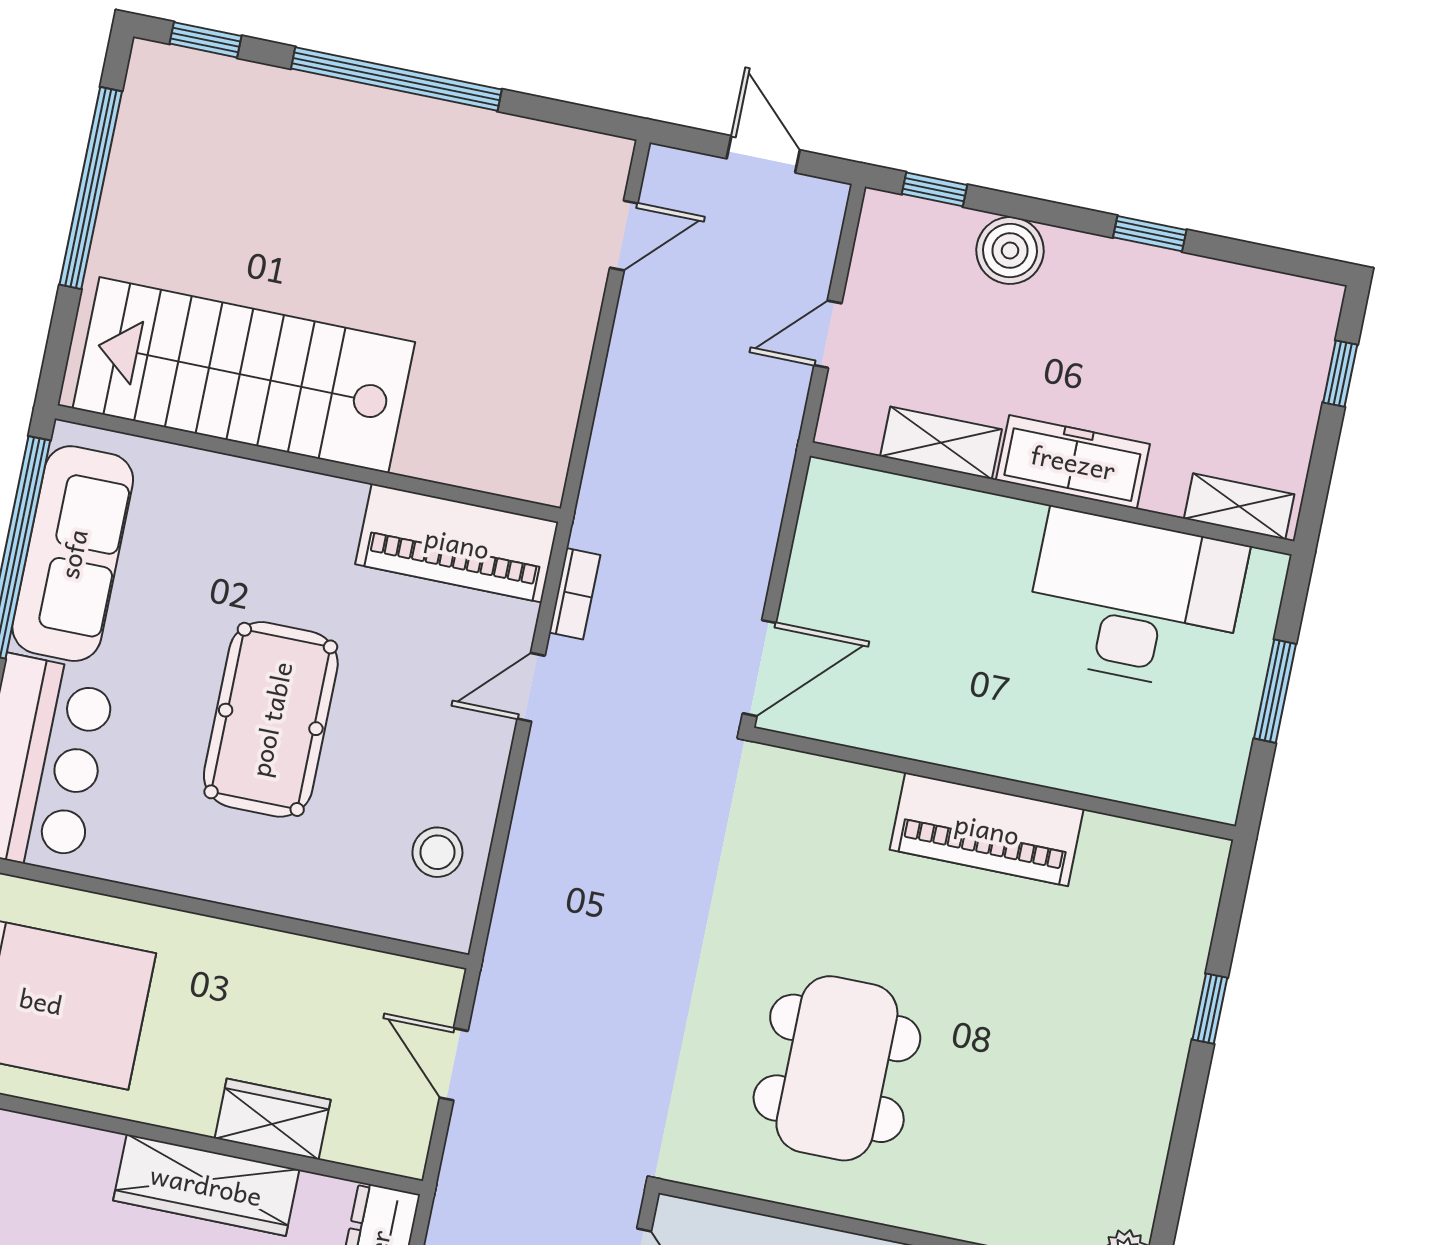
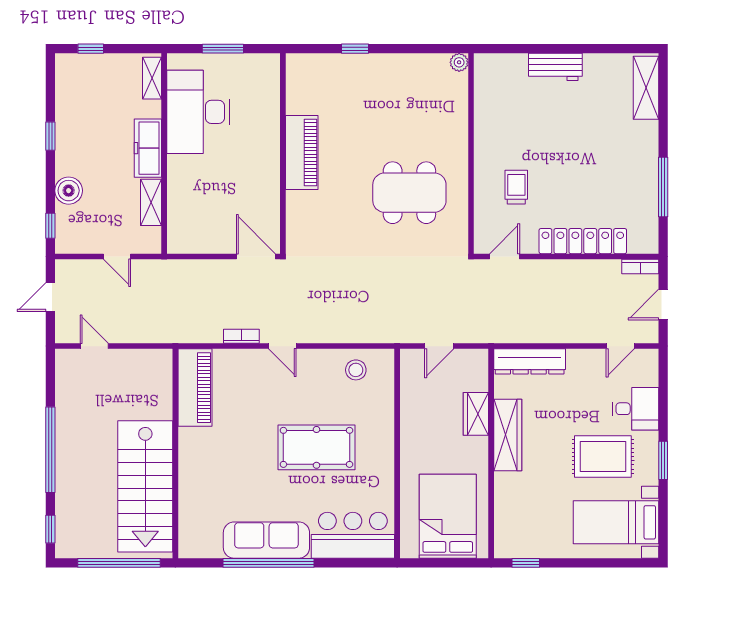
stairs: (244, 375) -> (145, 486), moved
wall: (308, 463) -> (175, 454), moved
piano: (457, 543) -> (195, 388), moved

